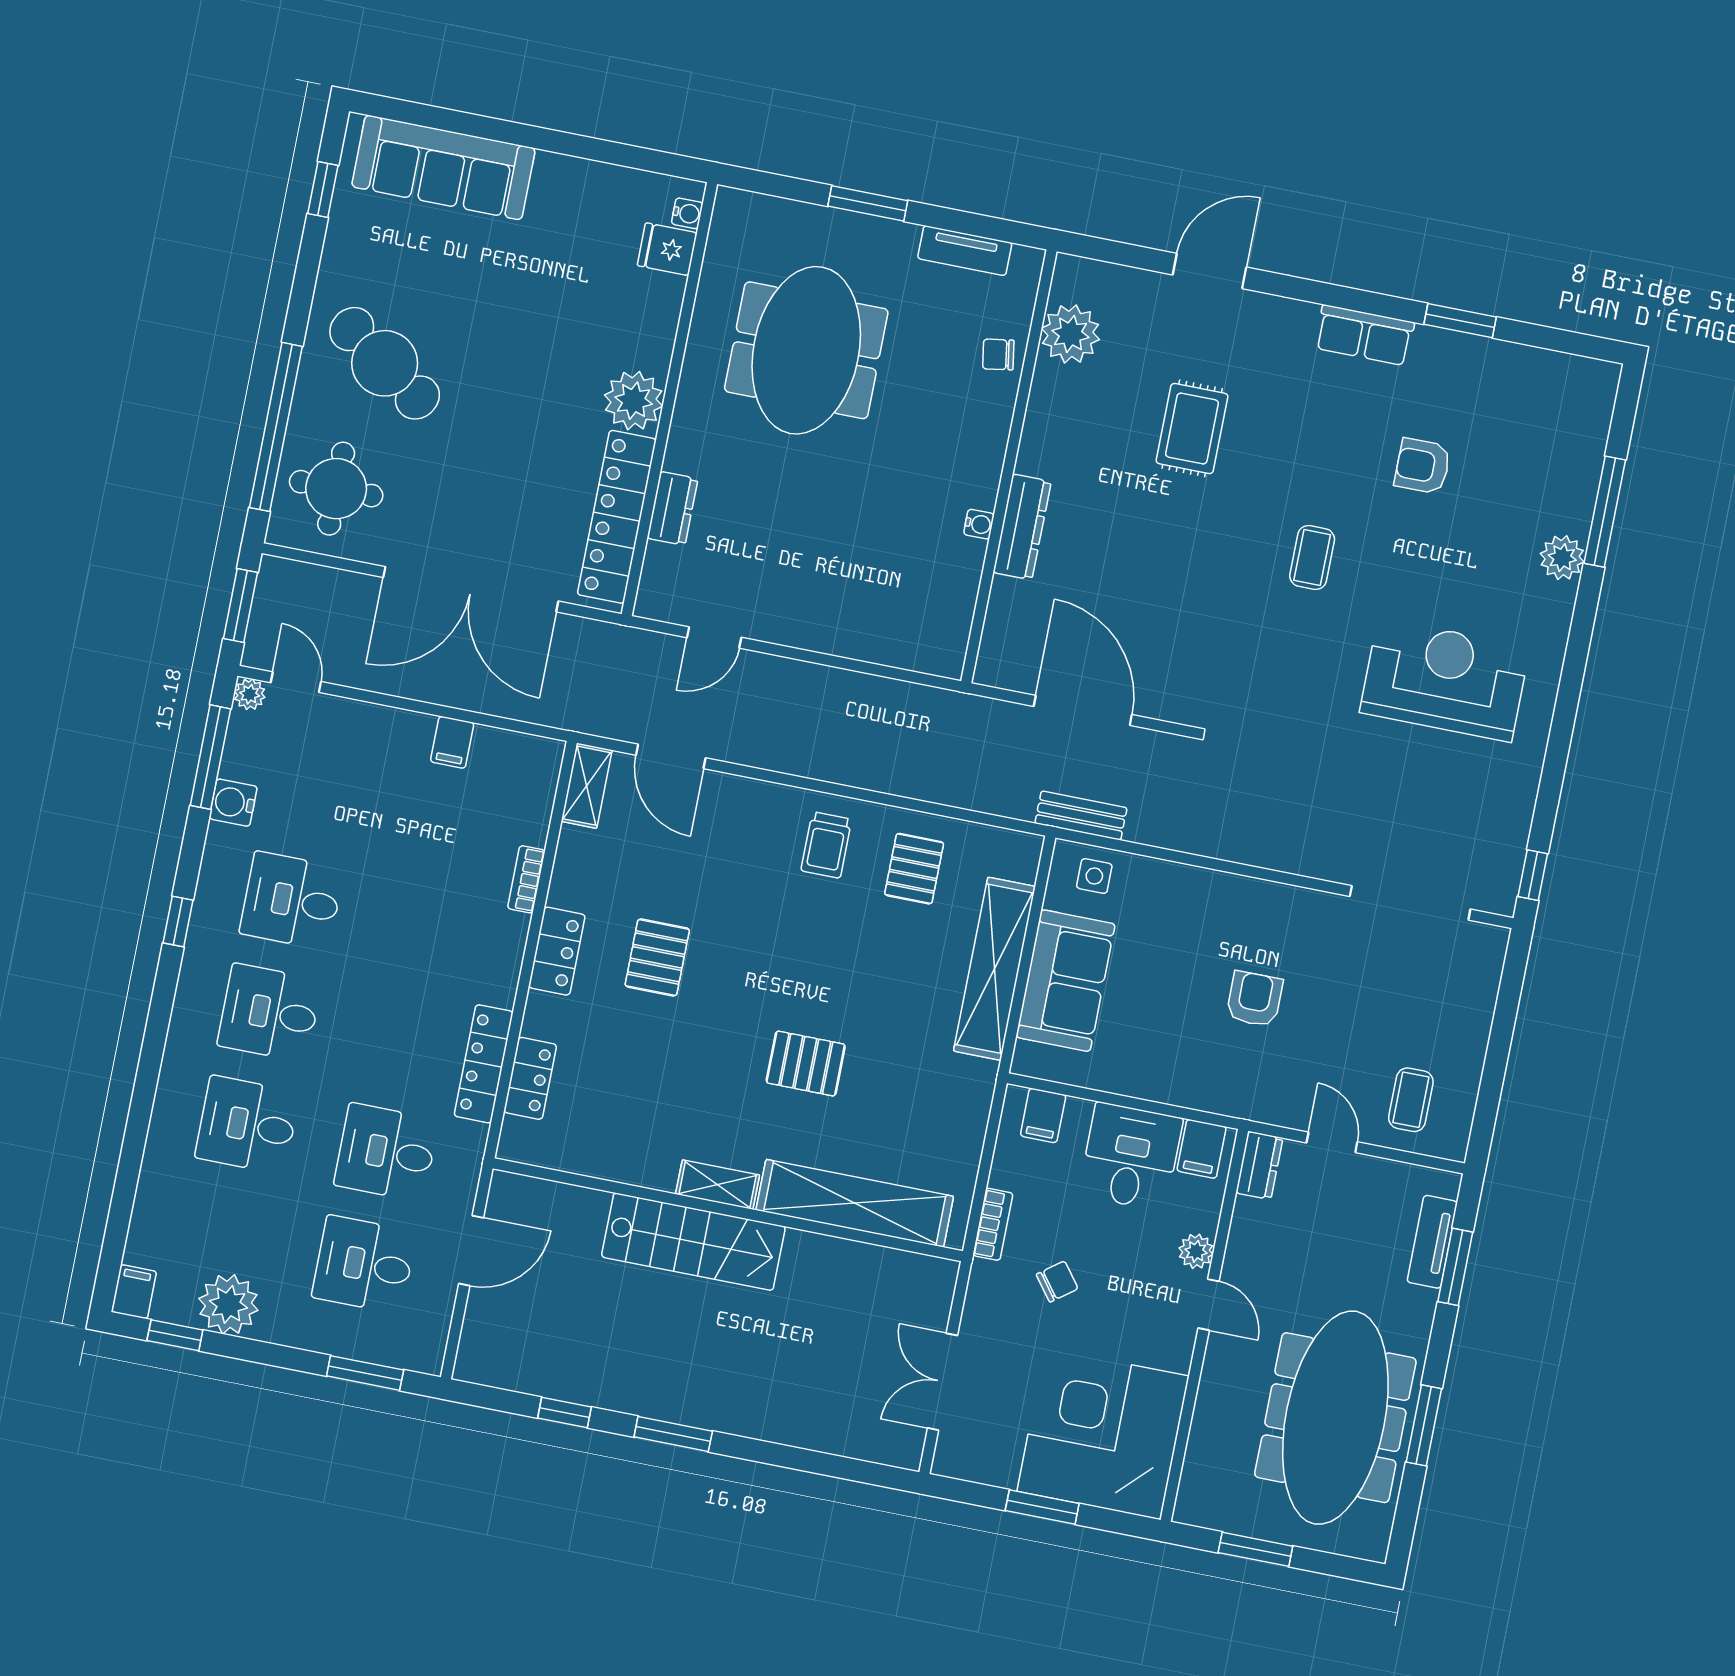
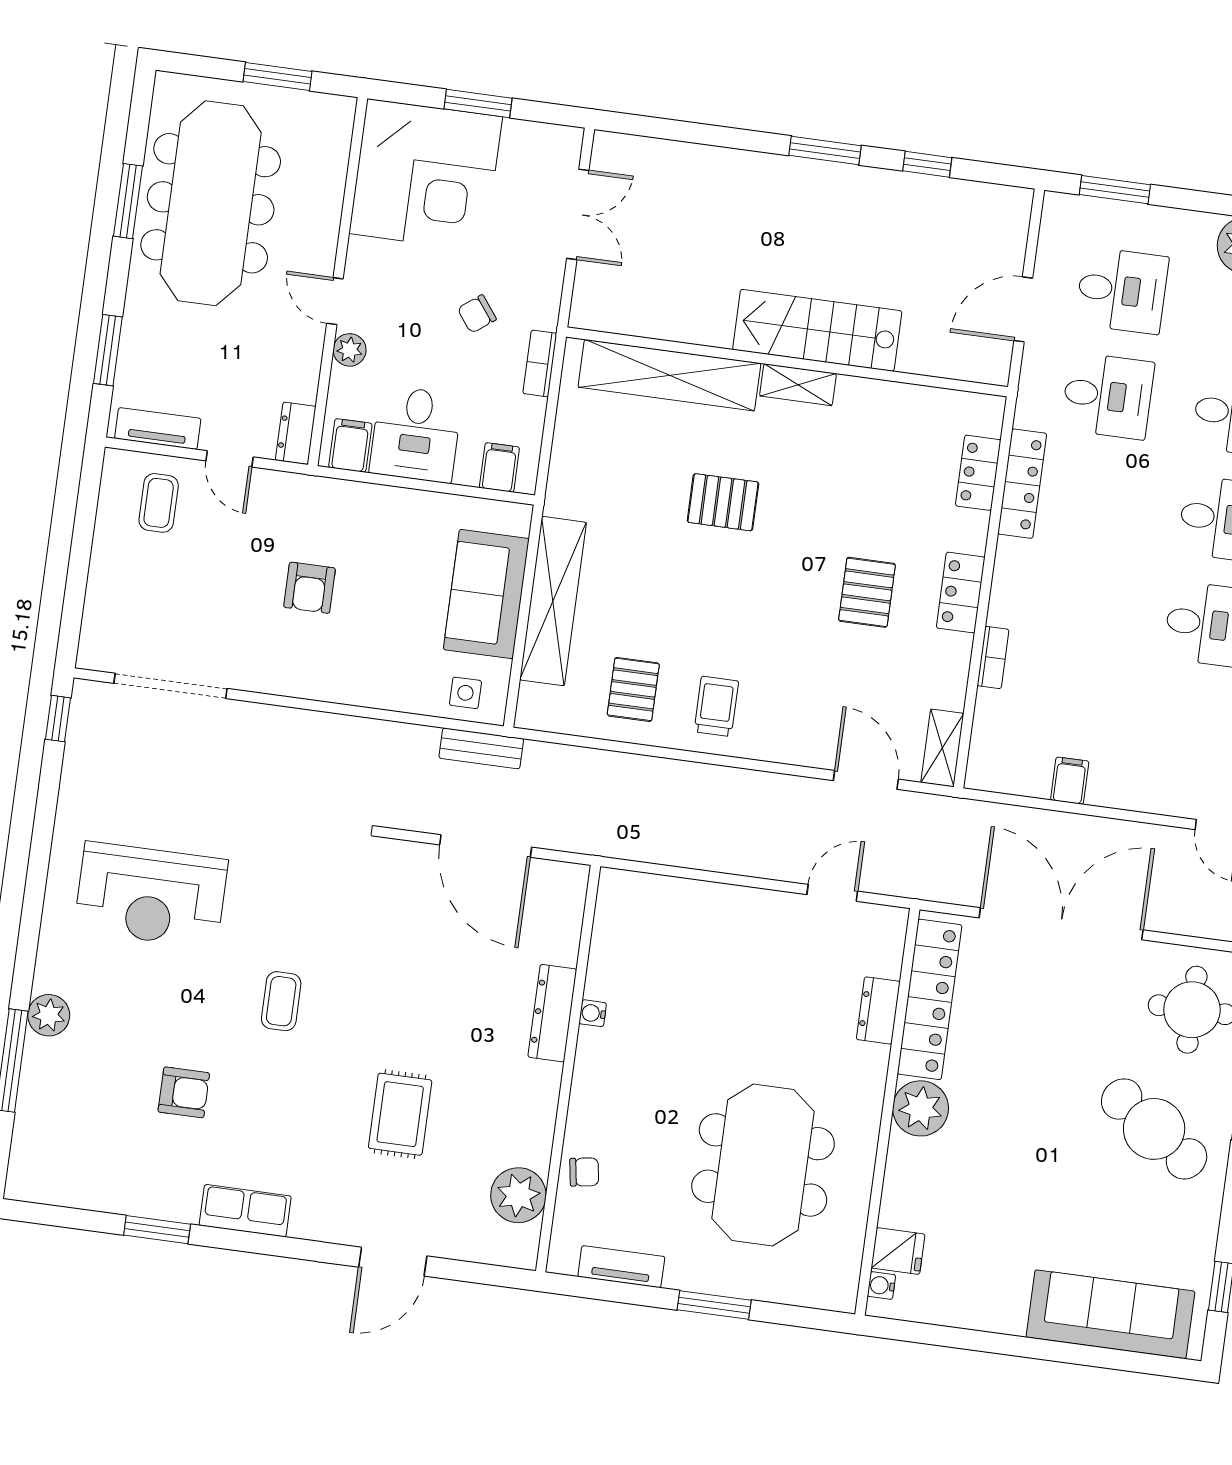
tv unit: (1432, 1242) -> (158, 428), moved, turned -90

